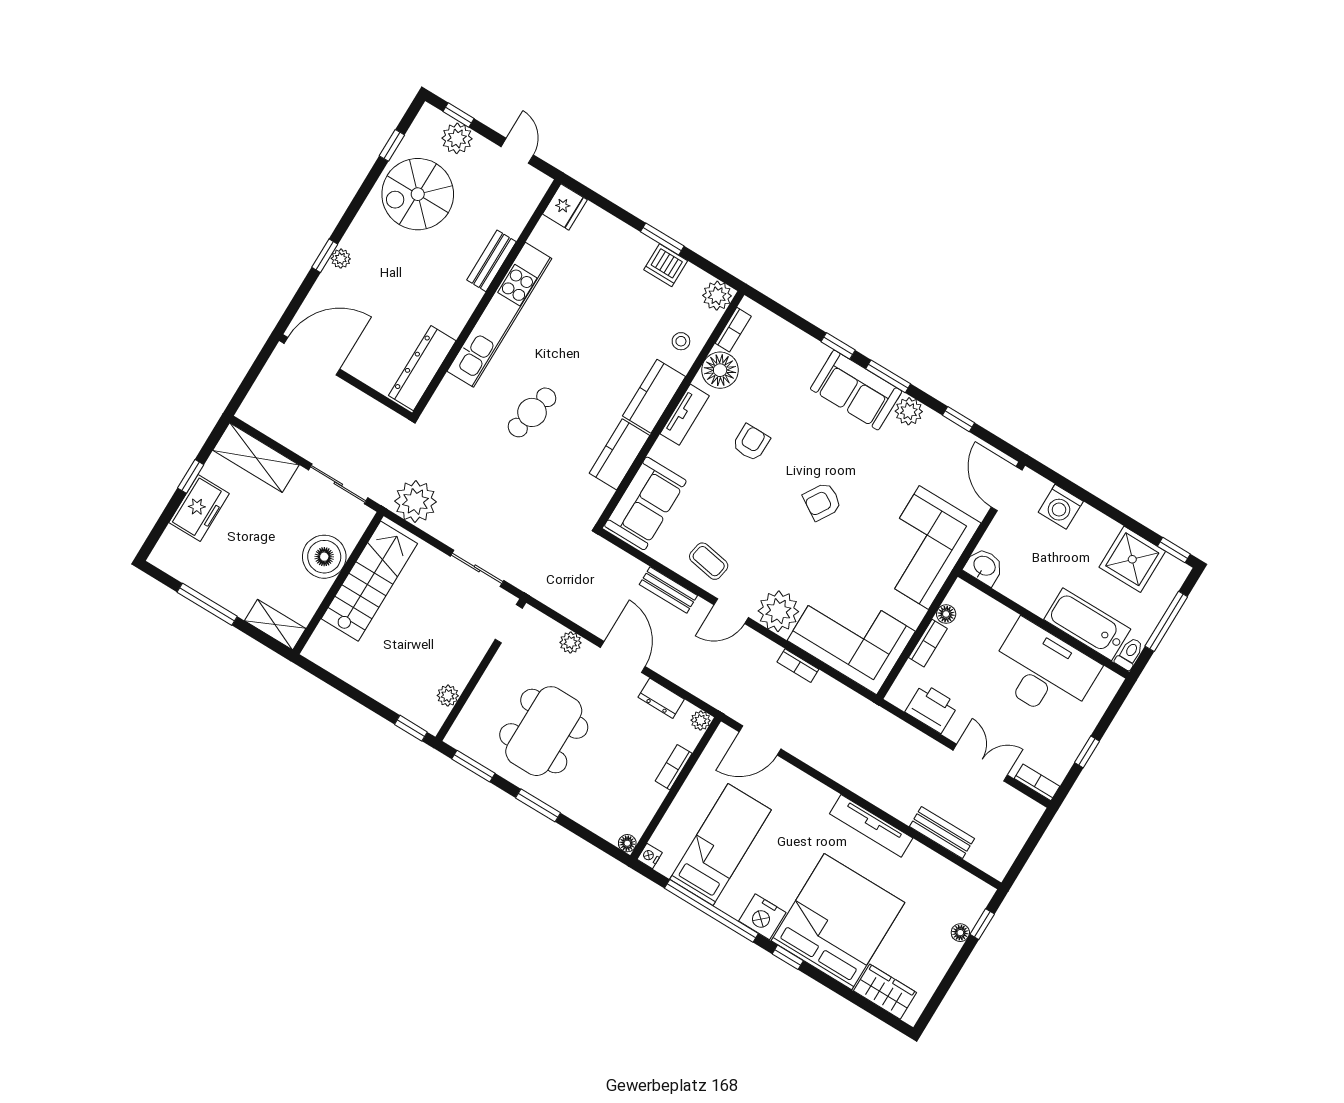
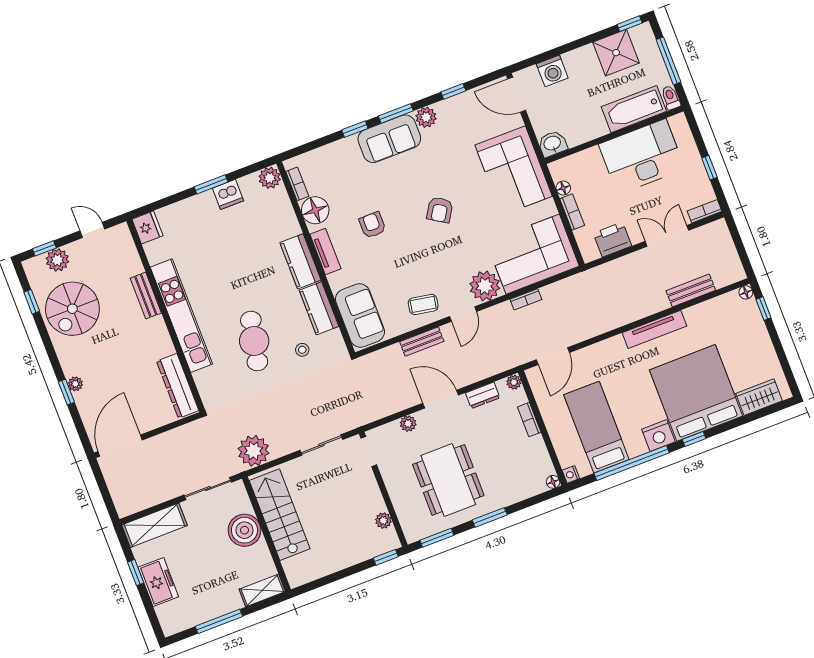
stool: (681, 341) -> (302, 350), moved
cafe table: (532, 412) -> (254, 341), width x1.37, depth x1.35
floor lamp: (960, 933) -> (746, 292), moved

